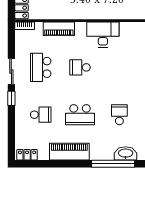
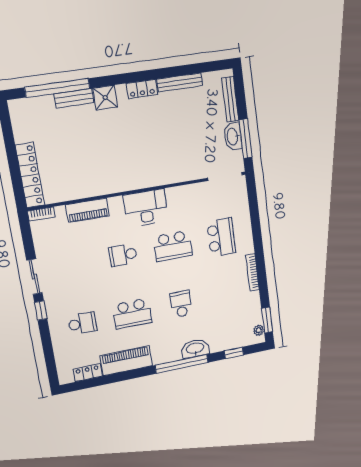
school desk: (41, 67) -> (173, 246), moved, turned -90
locker: (27, 155) -> (88, 373), moved

